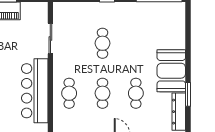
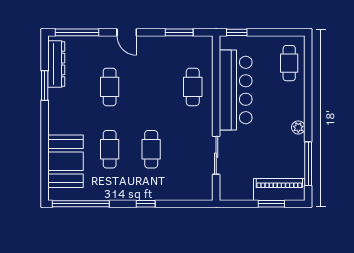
booth: (171, 71) -> (65, 161), moved
cafe table: (102, 93) -> (110, 149), moved

